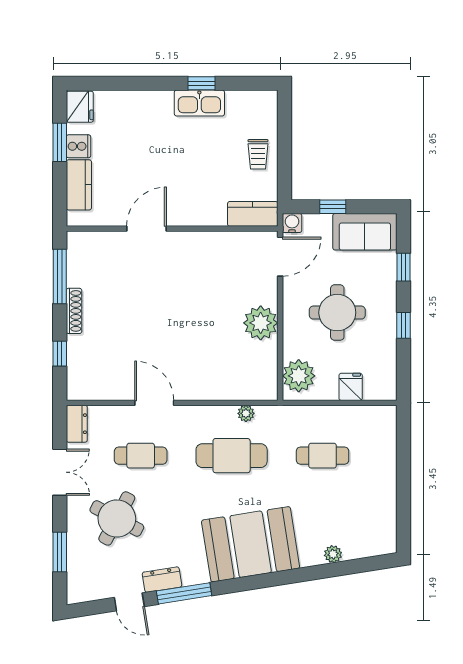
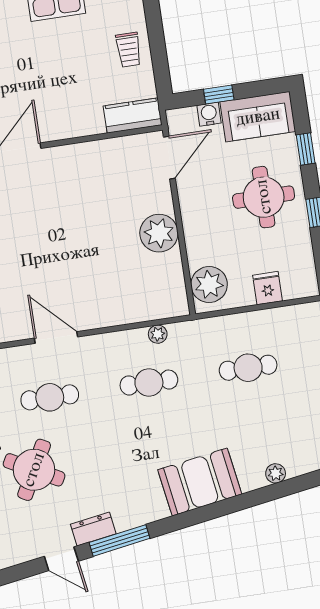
water cooler: (292, 223) -> (209, 114), moved
round table: (337, 313) -> (264, 197), moved
cafe table: (232, 456) -> (149, 383), width x0.73, depth x0.74
booth: (251, 544) -> (200, 482), width x0.73, depth x0.70

